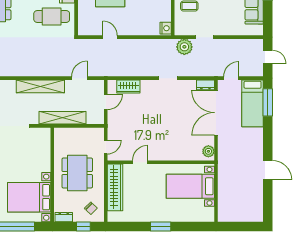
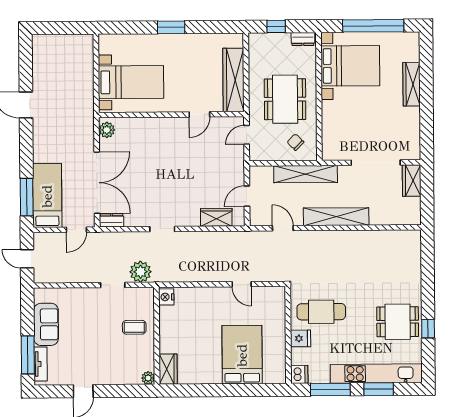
door: (80, 78) -> (283, 228), swing flipped
chair: (91, 208) -> (295, 142), moved

